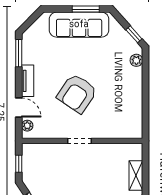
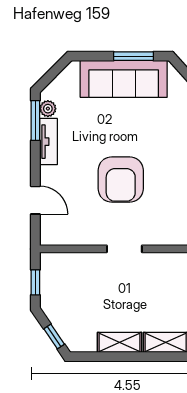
tv unit: (28, 81) -> (49, 142), moved
armchair: (77, 93) -> (121, 179), turned -34
plant: (27, 126) -> (48, 109), moved

